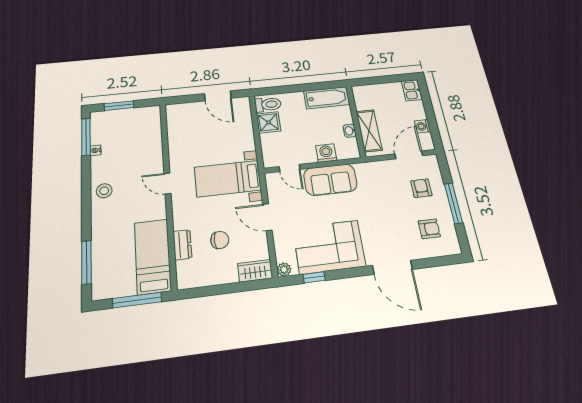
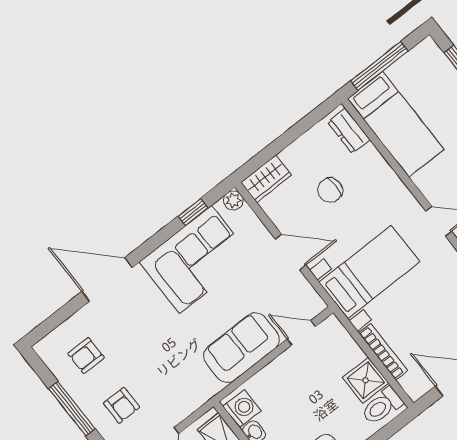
bookcase: (249, 132) -> (383, 352), added
washing machine: (326, 153) -> (242, 409), moved, turned -90
dresser: (182, 245) -> (349, 131), moved

